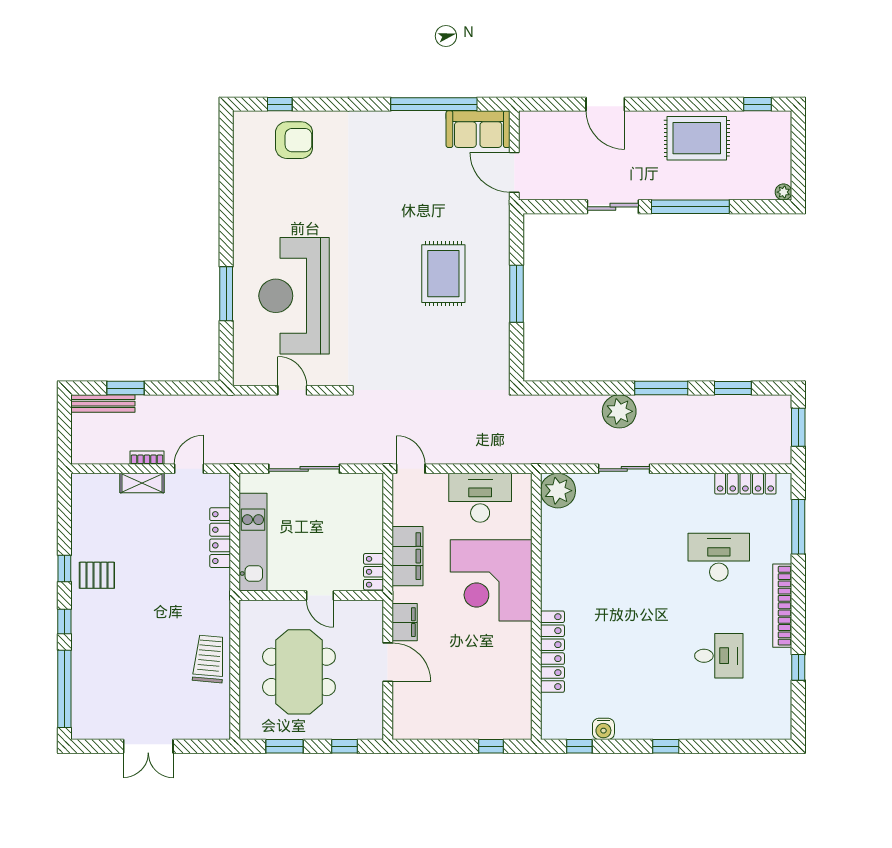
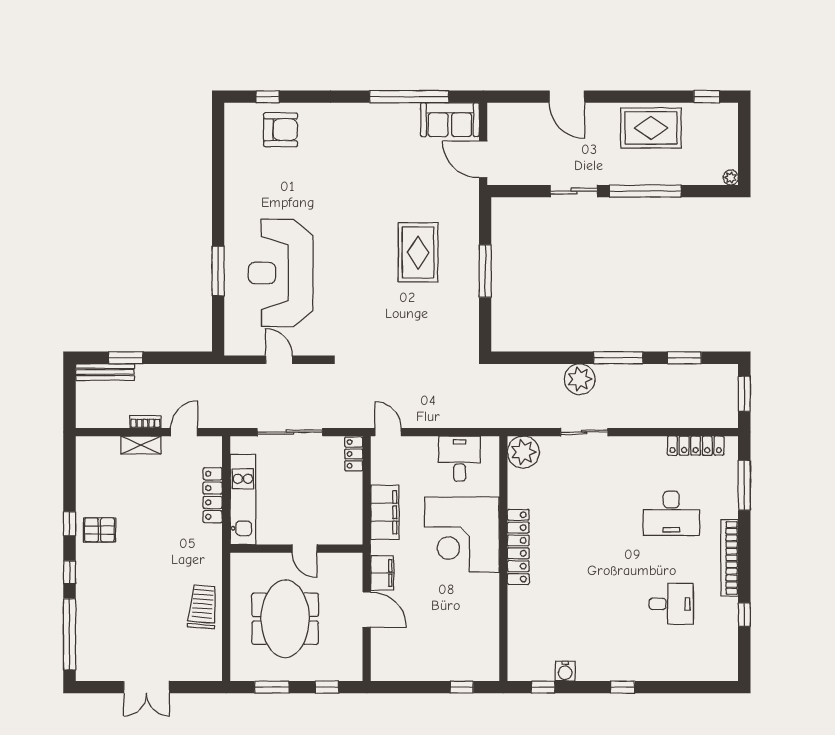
desk: (480, 498) -> (460, 459), width x0.73
desk: (719, 557) -> (671, 513), turned 180
locker: (374, 572) -> (354, 454), moved
locker: (552, 652) -> (518, 547), moved

